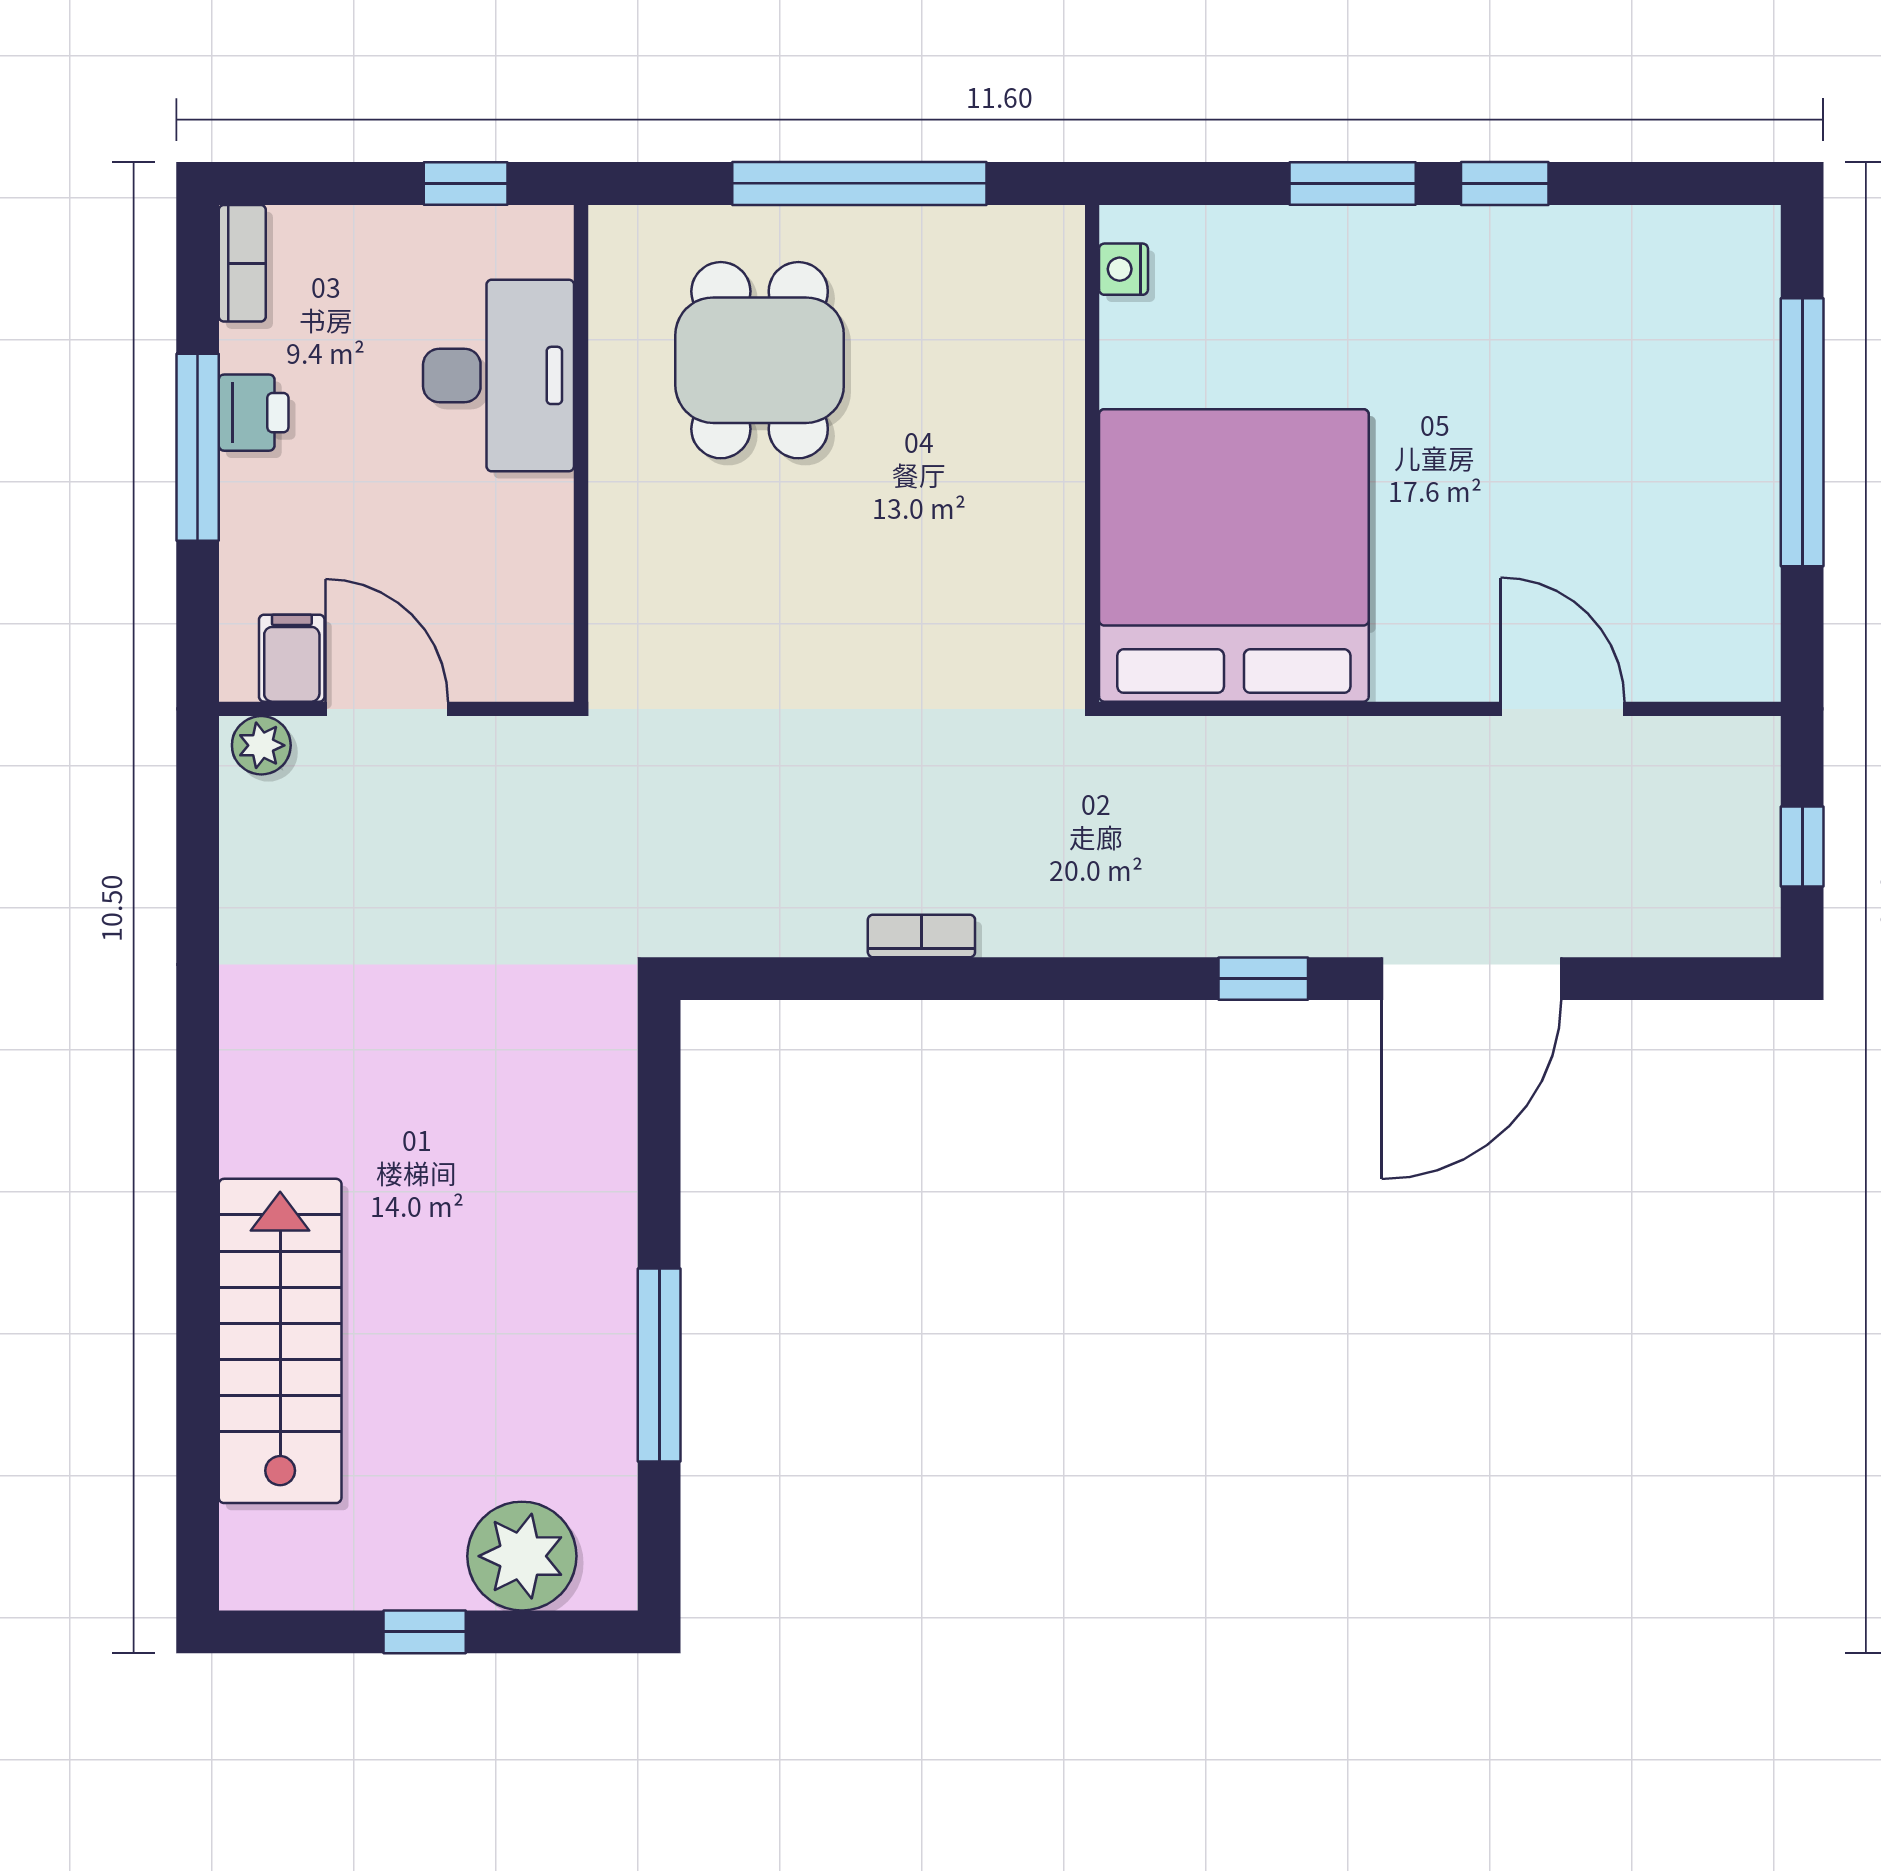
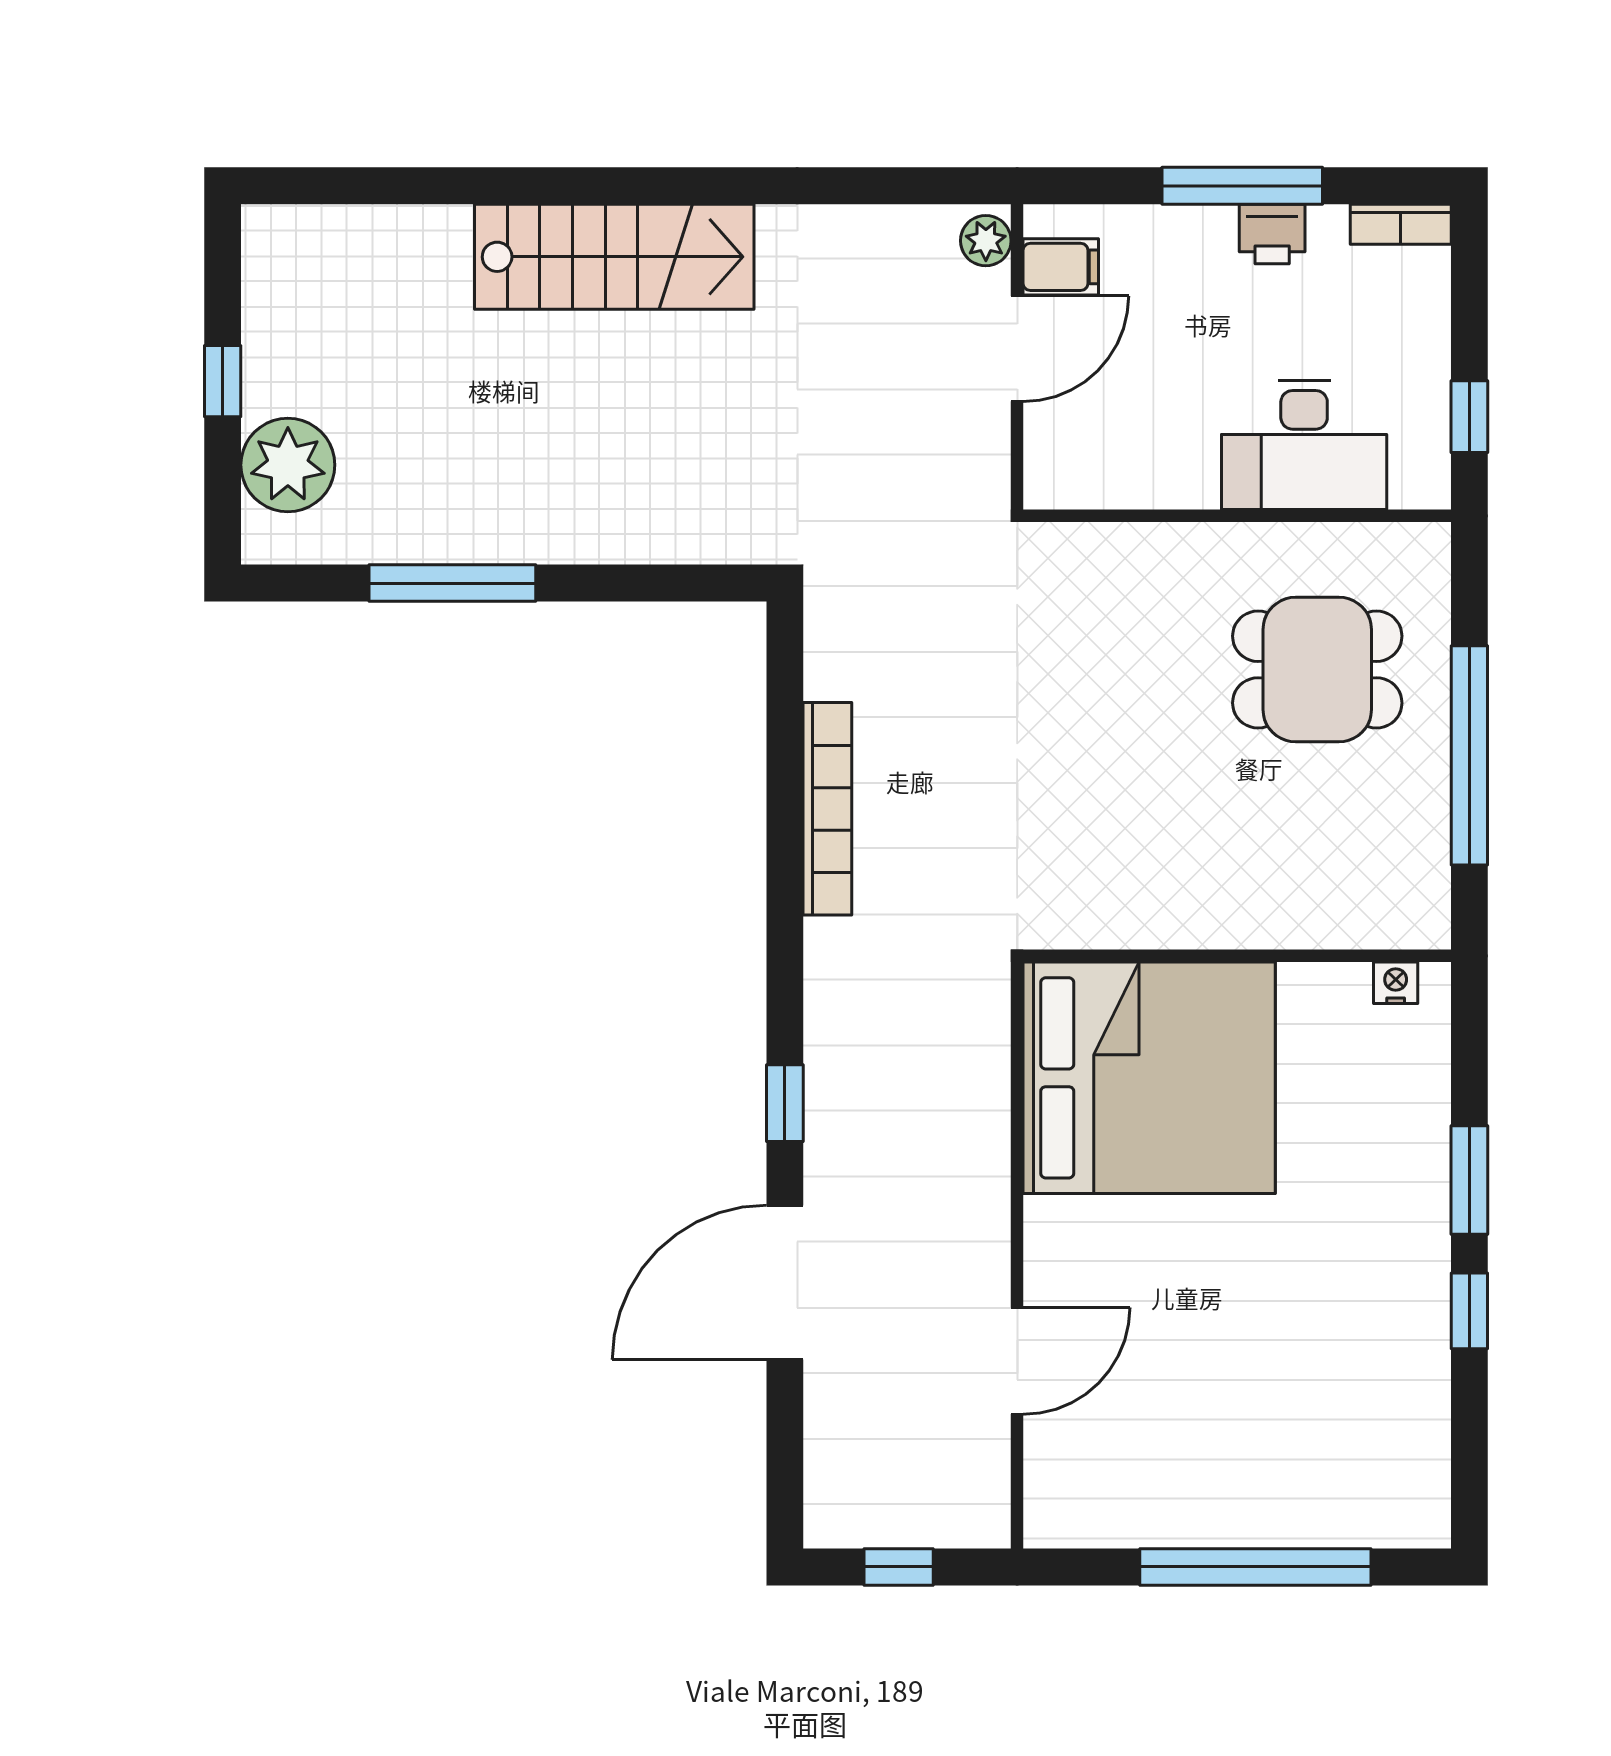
bookcase: (921, 936) -> (827, 809), width x2.31, depth x1.31
door: (1472, 979) -> (785, 1282), hinge flipped
stairs: (280, 1341) -> (614, 257), moved

